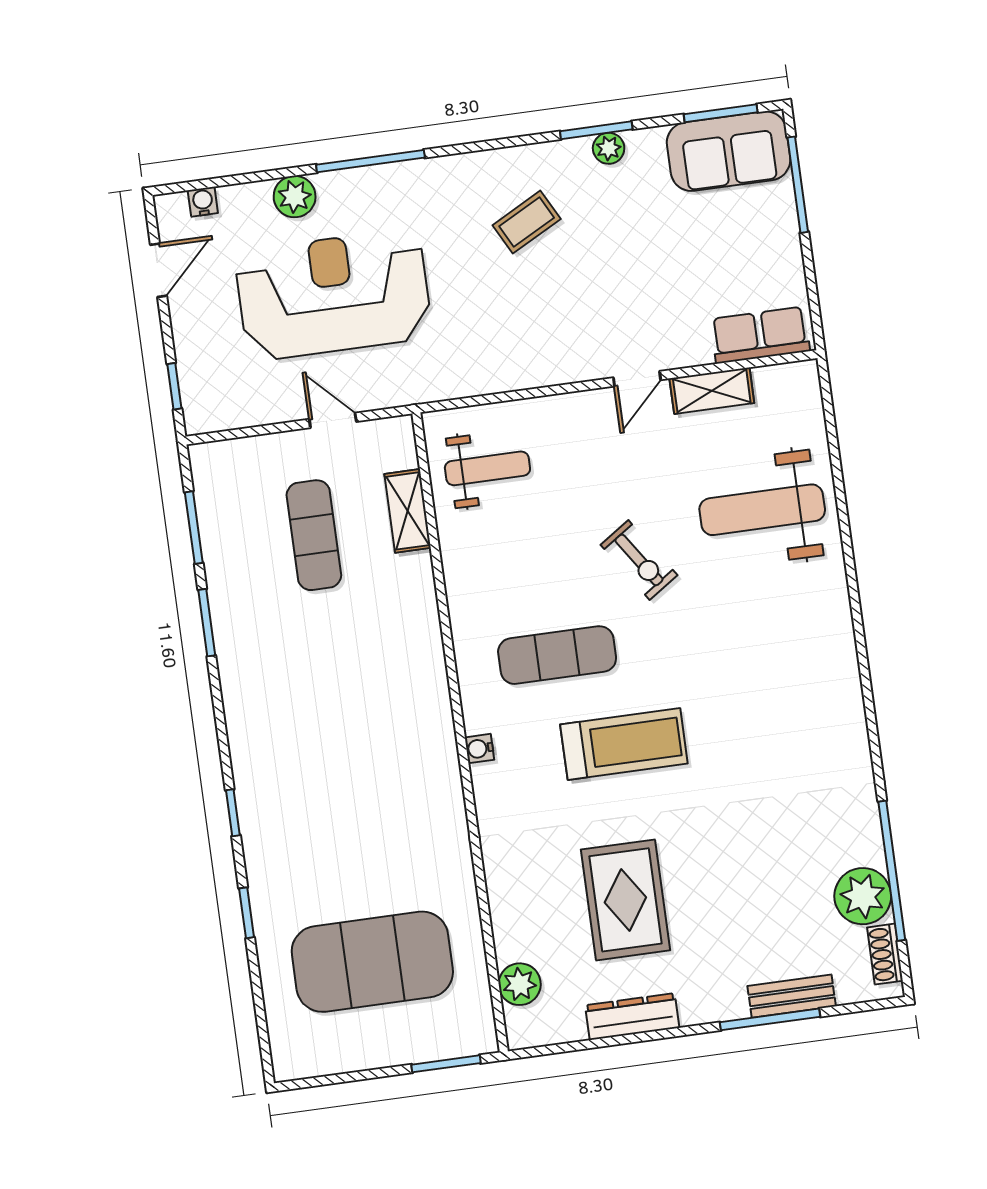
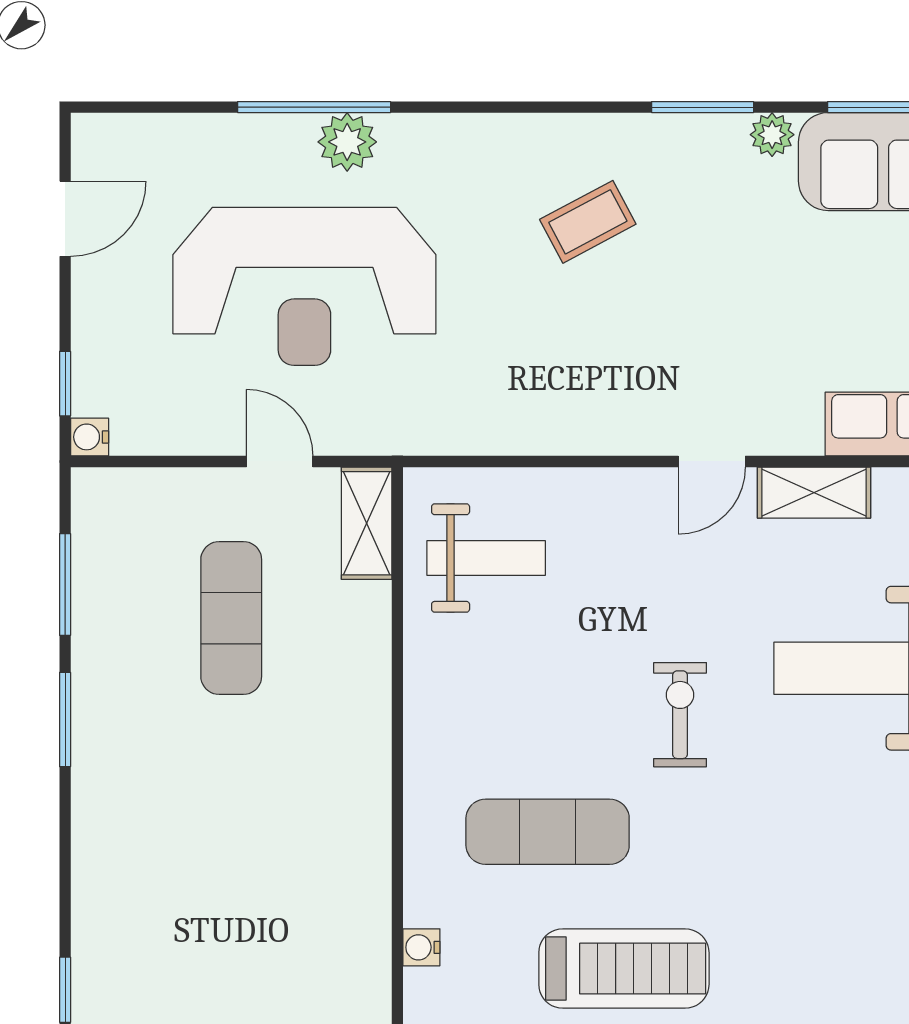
plant: (609, 148) -> (772, 135), moved
window: (370, 161) -> (314, 107), moved
plant: (295, 197) -> (347, 142), moved
water cooler: (203, 202) -> (90, 437), moved, turned -90
reception desk: (333, 295) -> (304, 286), turned 180
shelving: (408, 511) -> (367, 523), moved
exercise bike: (639, 560) -> (680, 715), turned -146

